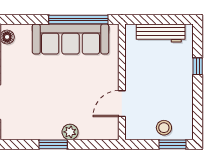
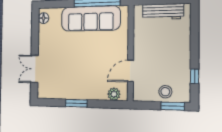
window: (198, 66) -> (195, 76), moved
plant: (70, 132) -> (114, 94), moved

